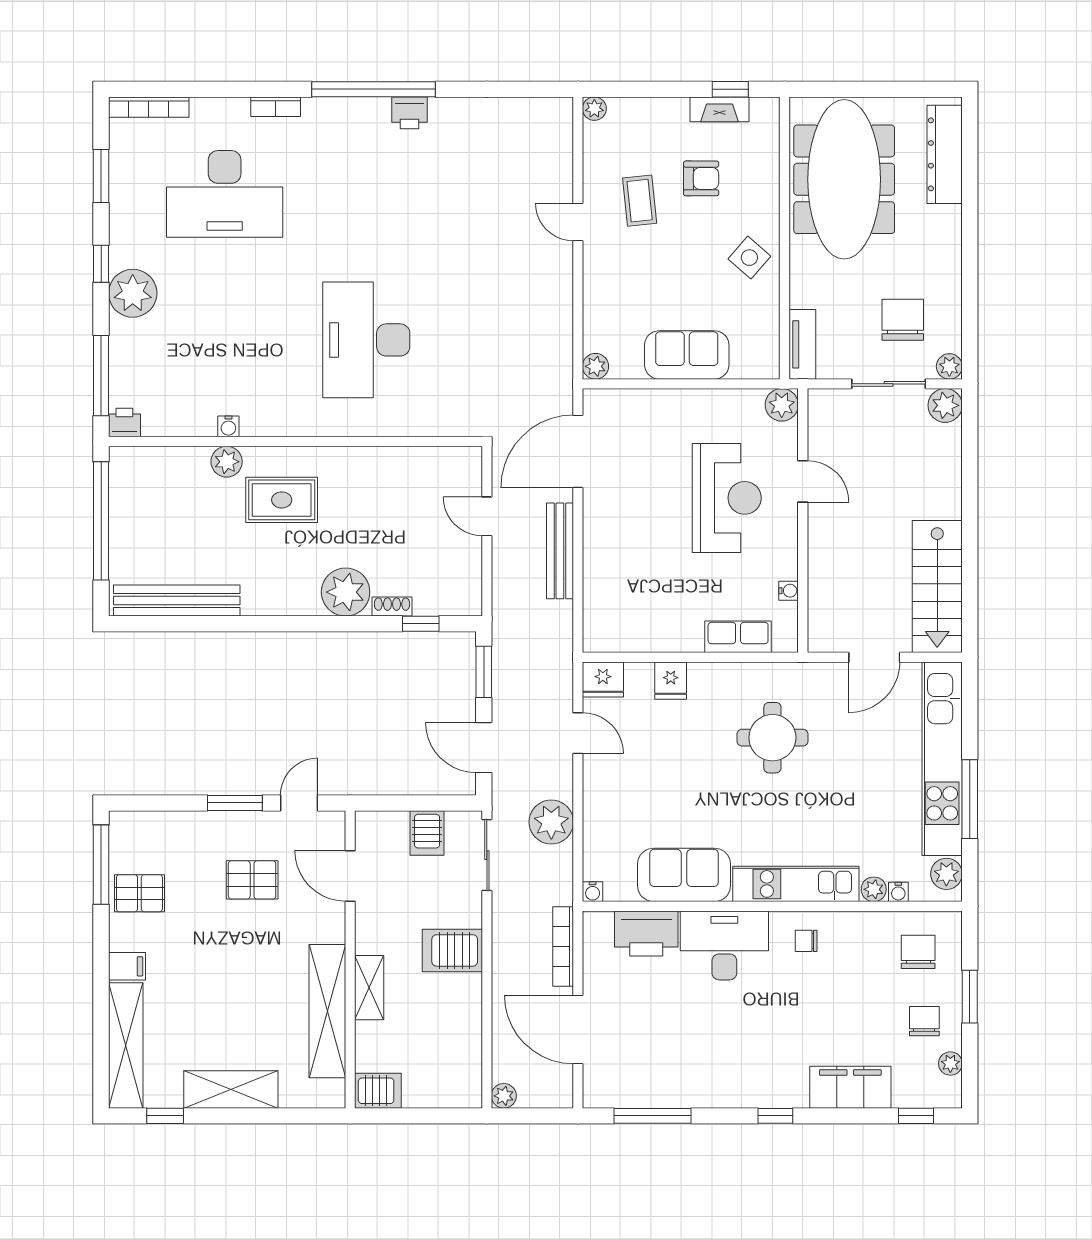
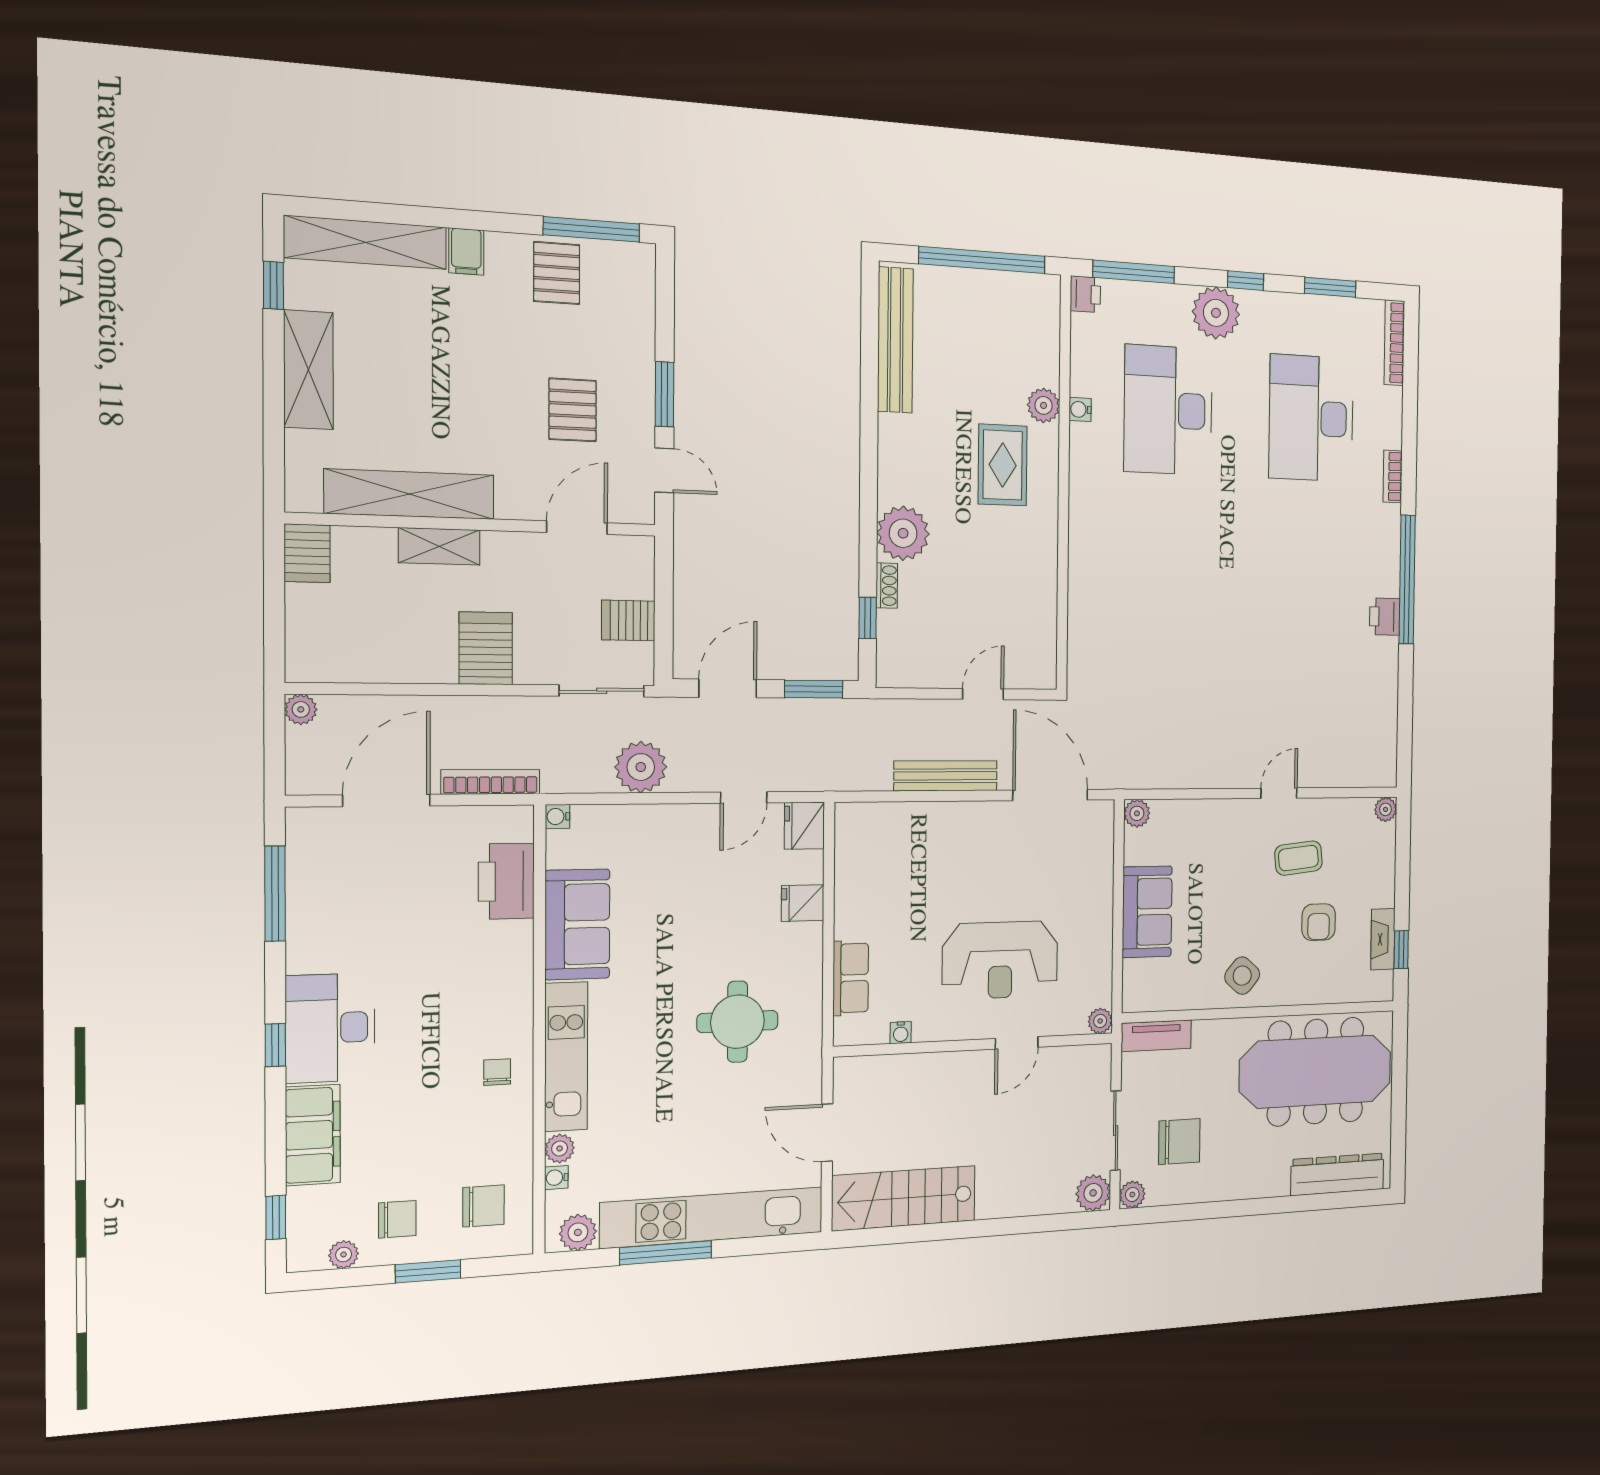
desk: (366, 340) -> (1168, 410), moved, turned -90
plant: (782, 405) -> (1100, 1021), width x0.73, depth x0.73
desk: (724, 945) -> (330, 1028), moved, turned 180

